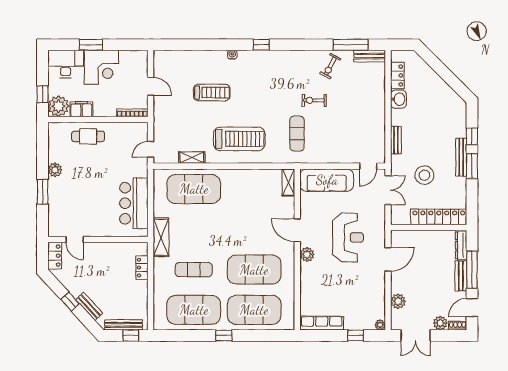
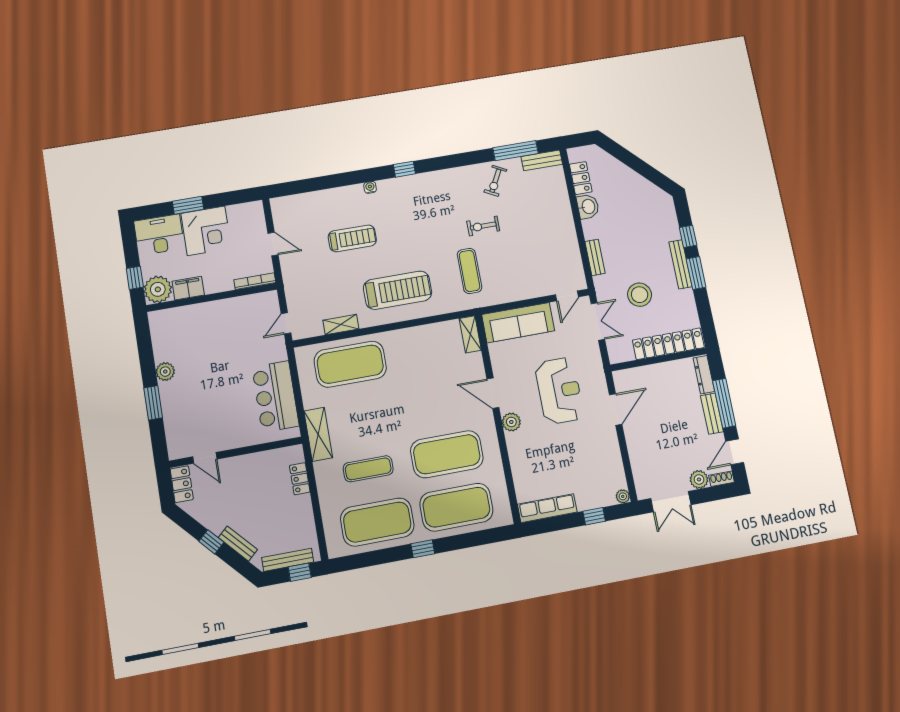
cafe table: (88, 136) -> (202, 321), removed
plant: (398, 301) -> (640, 461), removed

